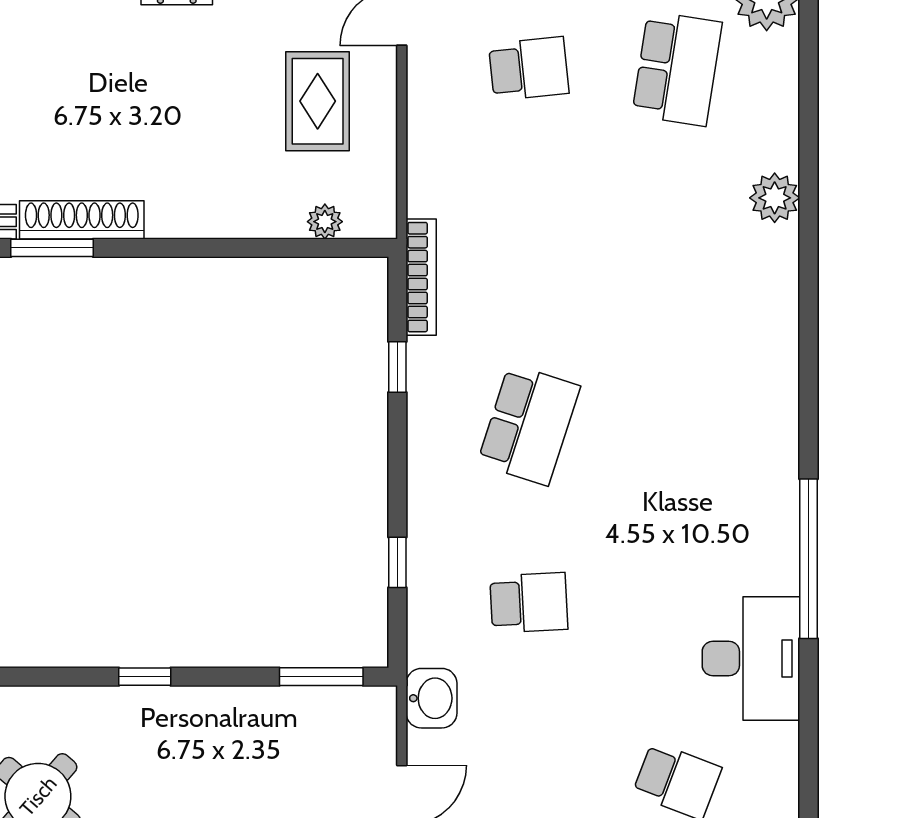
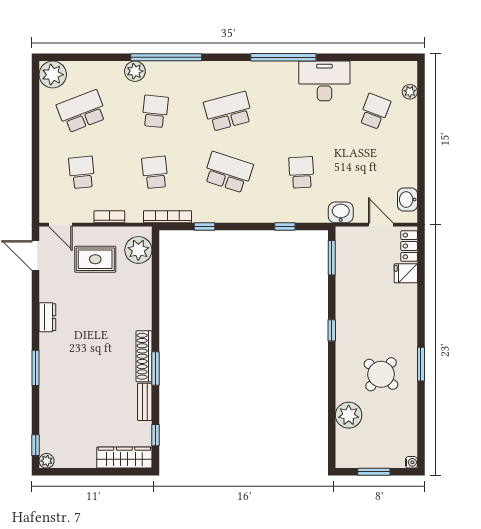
school desk: (677, 69) -> (82, 111), turned -30
bookcase: (421, 136) -> (109, 217), added
plant: (325, 222) -> (138, 250), width x1.87, depth x1.87
school desk: (529, 247) -> (155, 172), added
school desk: (677, 247) -> (155, 111), added
window: (808, 274) -> (166, 57), added
school desk: (677, 425) -> (228, 111), added

